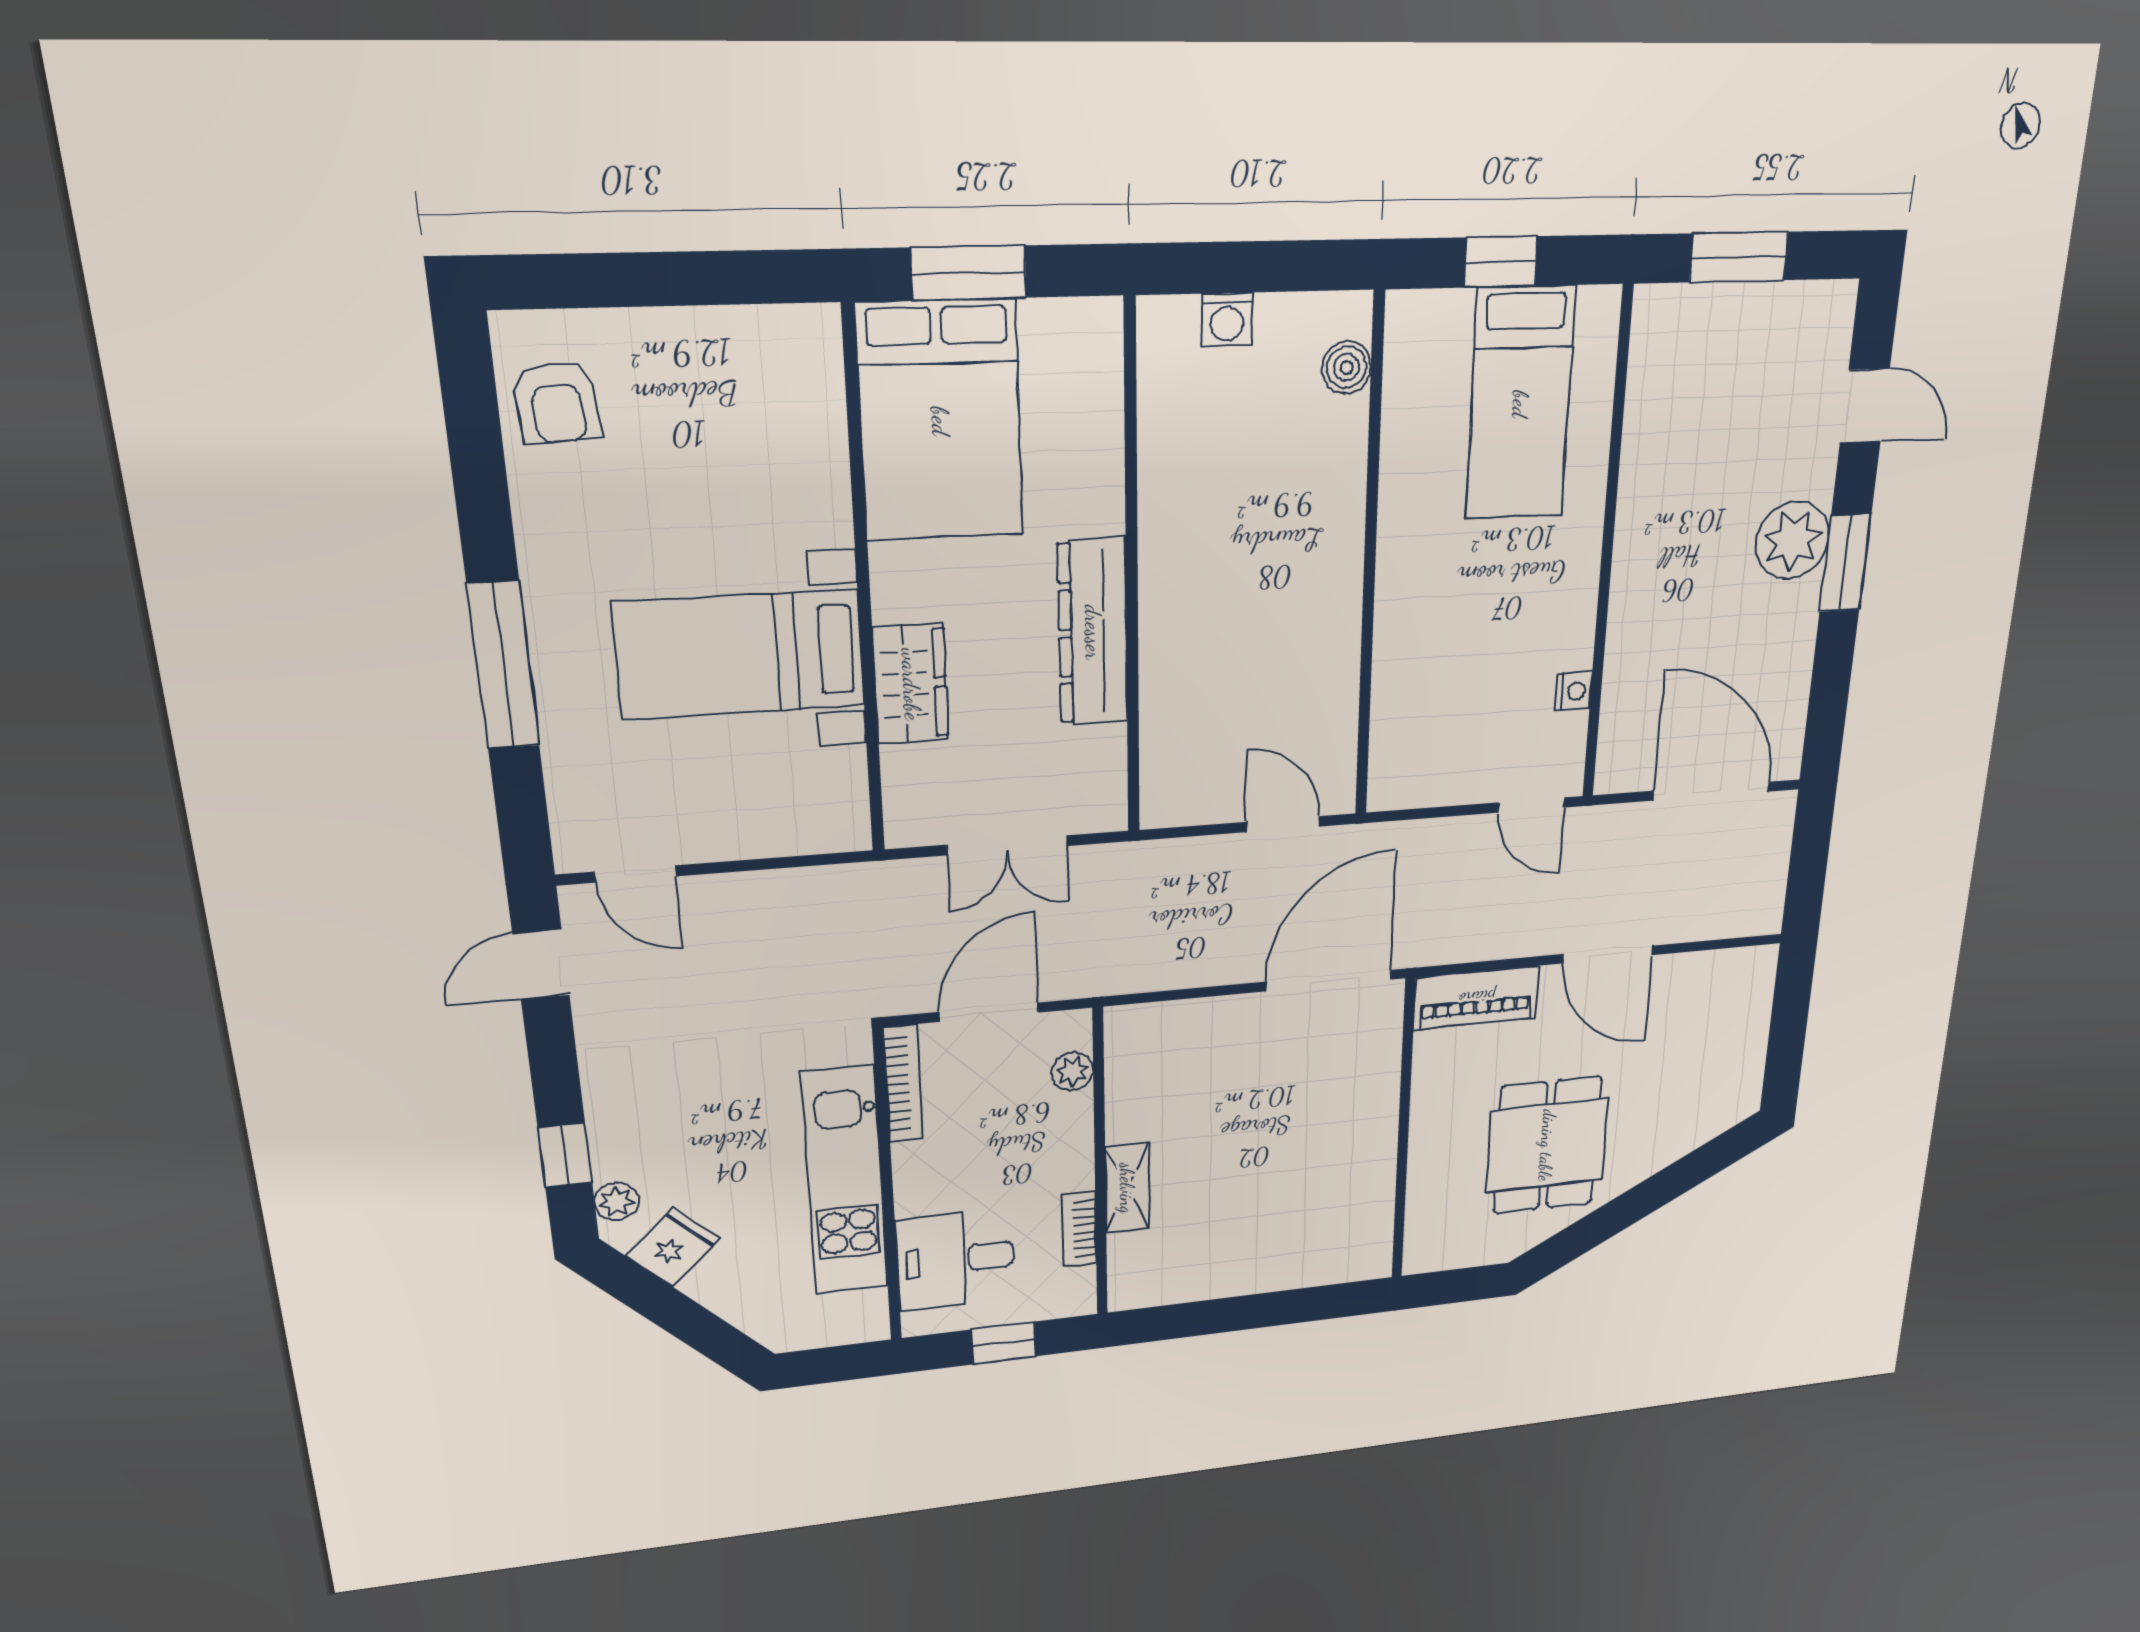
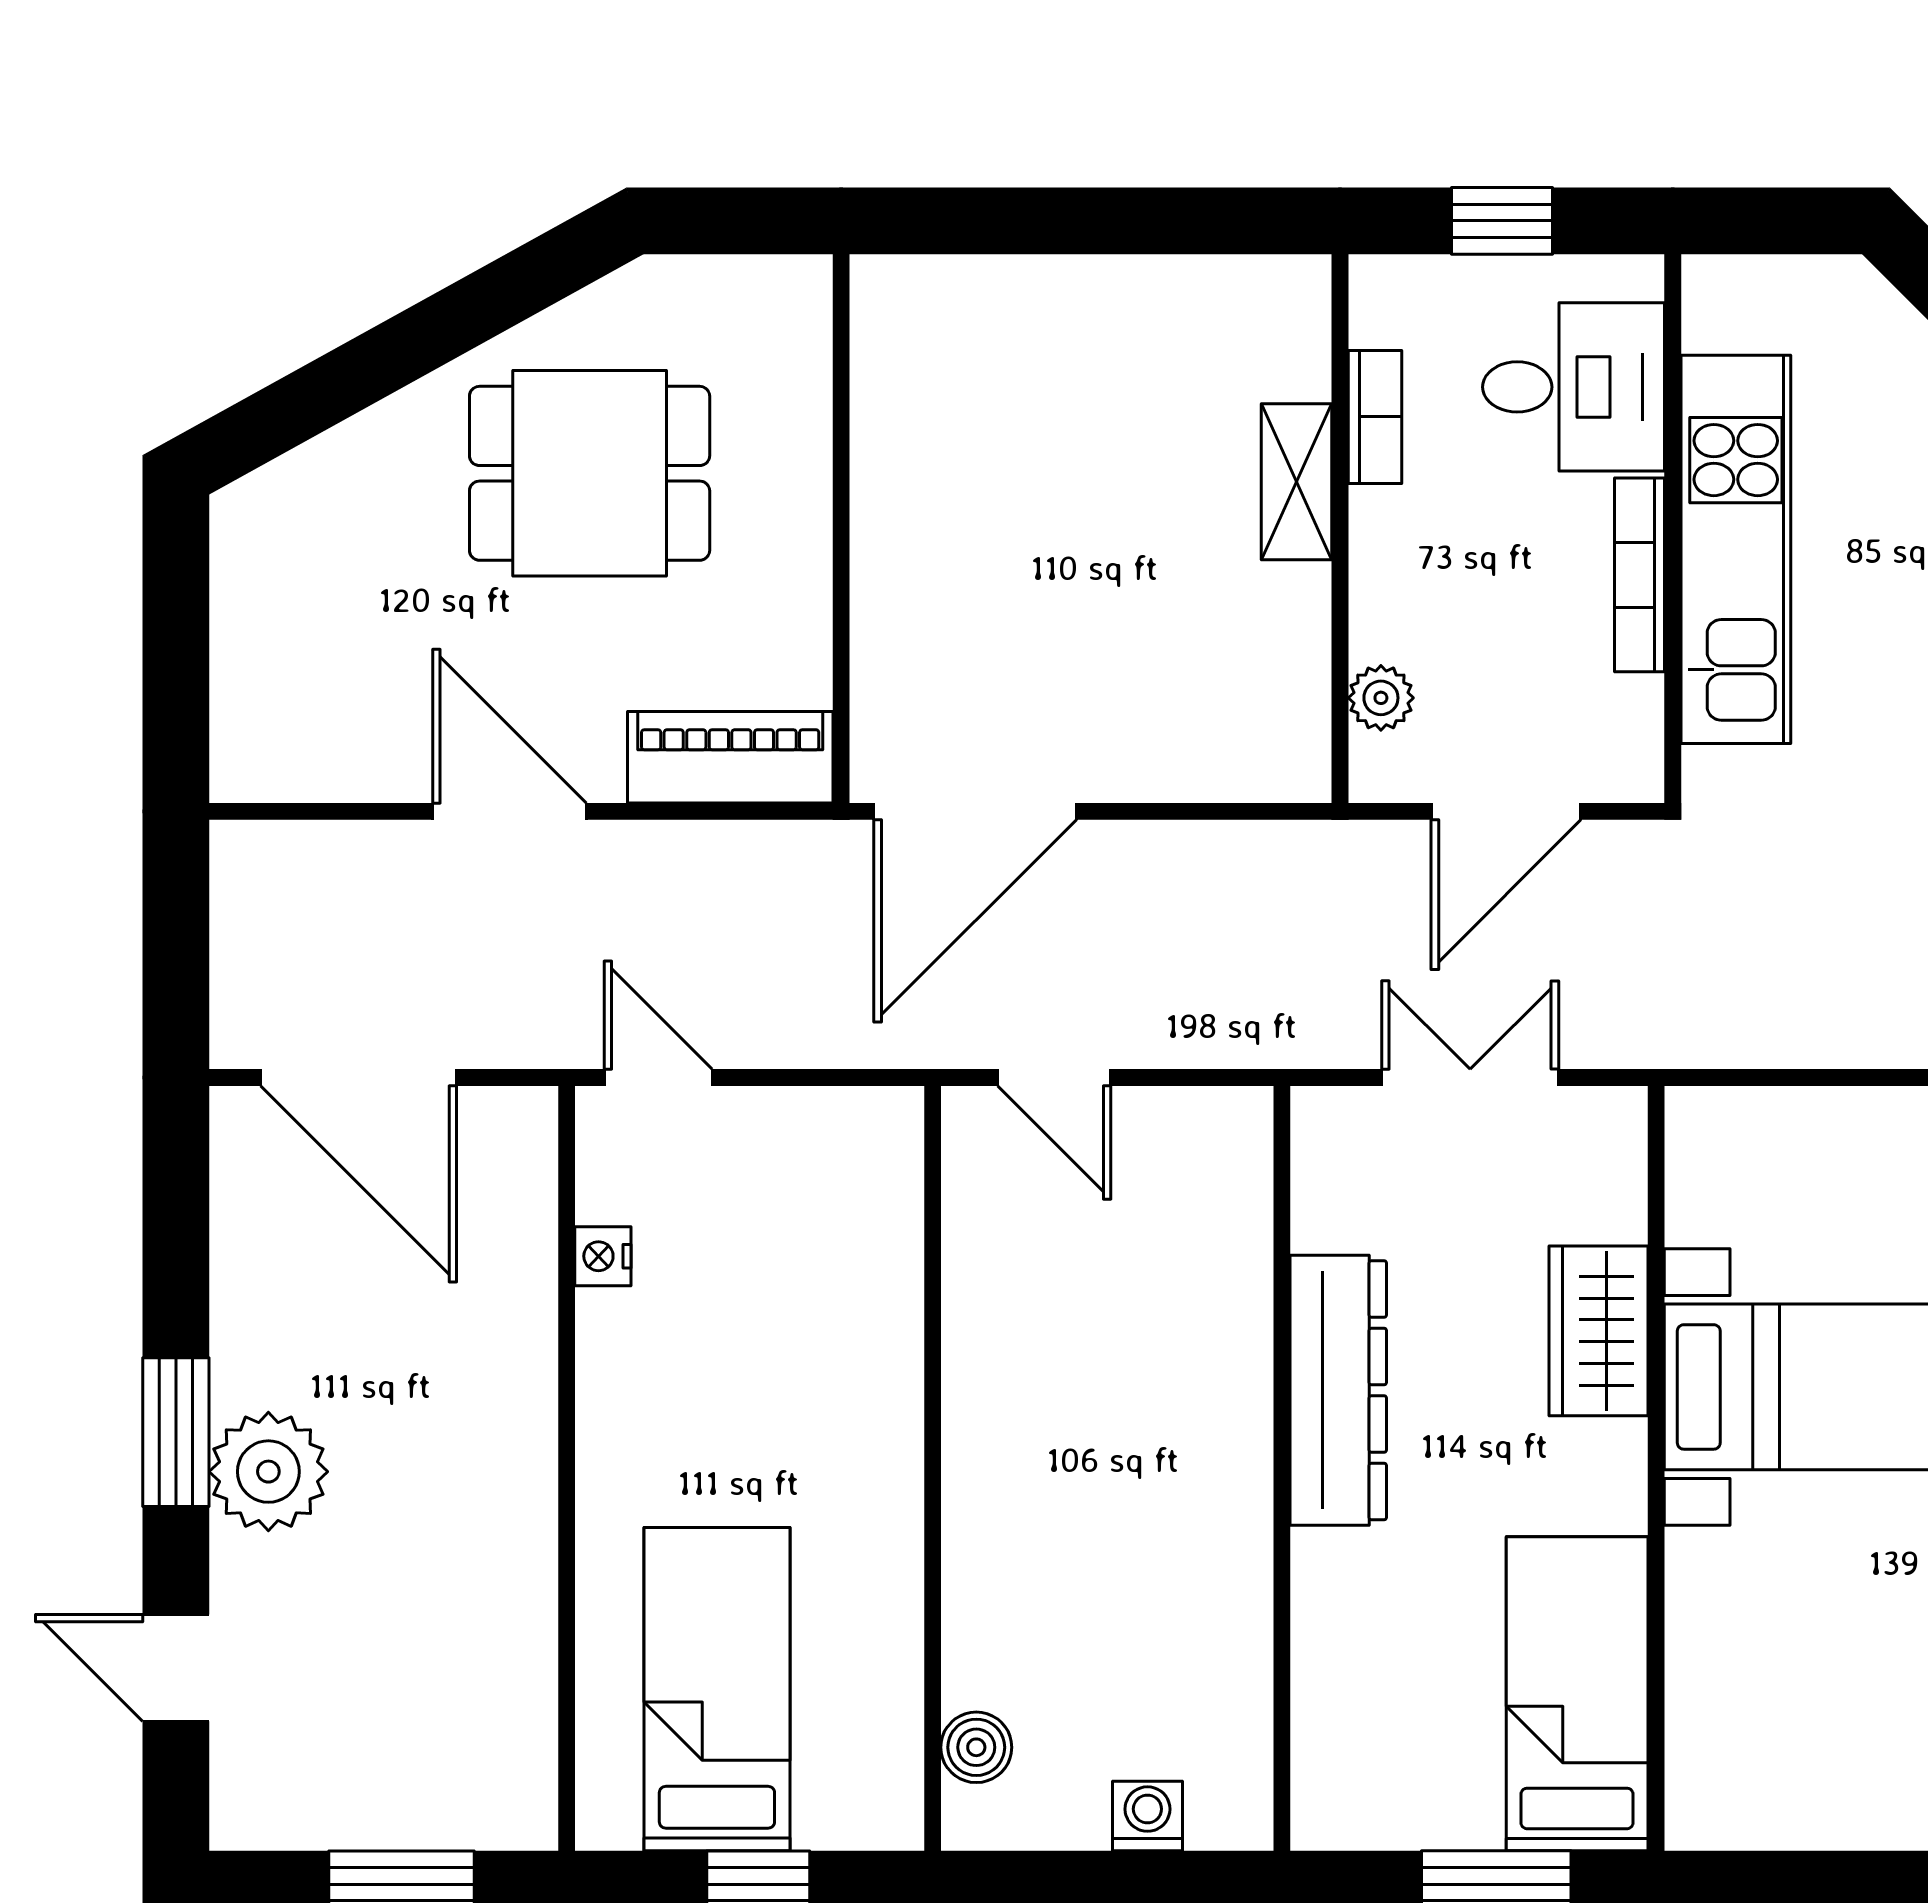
bed: (940, 421) -> (1577, 1694), width x0.67
bookcase: (903, 1083) -> (1640, 575), moved
dining table: (1547, 1145) -> (590, 473), turned 90

